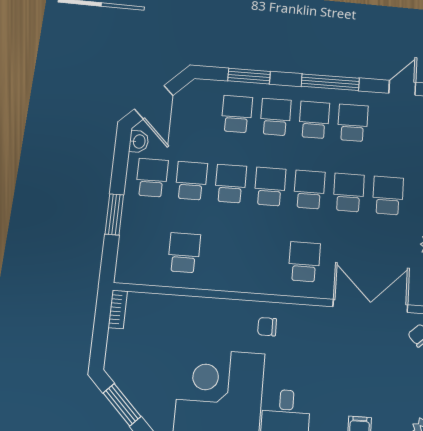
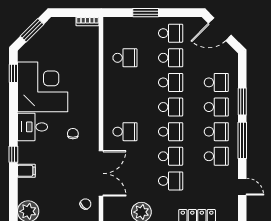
window: (249, 76) -> (242, 102), moved
washbasin: (139, 141) -> (193, 23), removed
chair: (267, 327) -> (73, 134), moved

